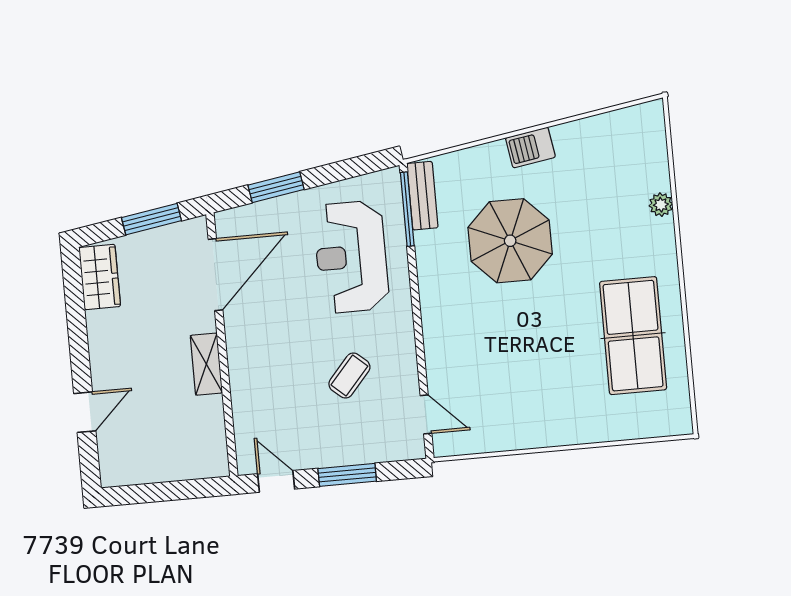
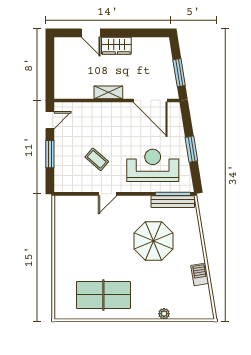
barbecue: (530, 148) -> (200, 274), moved
window: (276, 187) -> (191, 149), moved
bench: (422, 196) -> (173, 202), width x1.36
wardrobe: (100, 277) -> (116, 46), moved
door: (426, 414) -> (108, 194), moved

